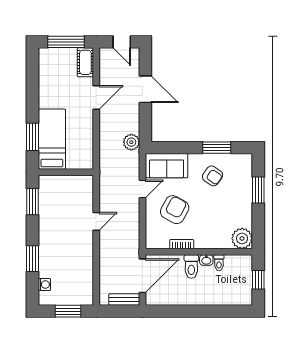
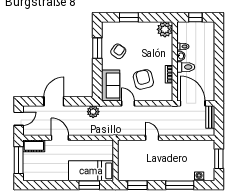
armchair: (175, 210) -> (143, 79), turned 48
window: (32, 259) -> (180, 185), width x1.44

